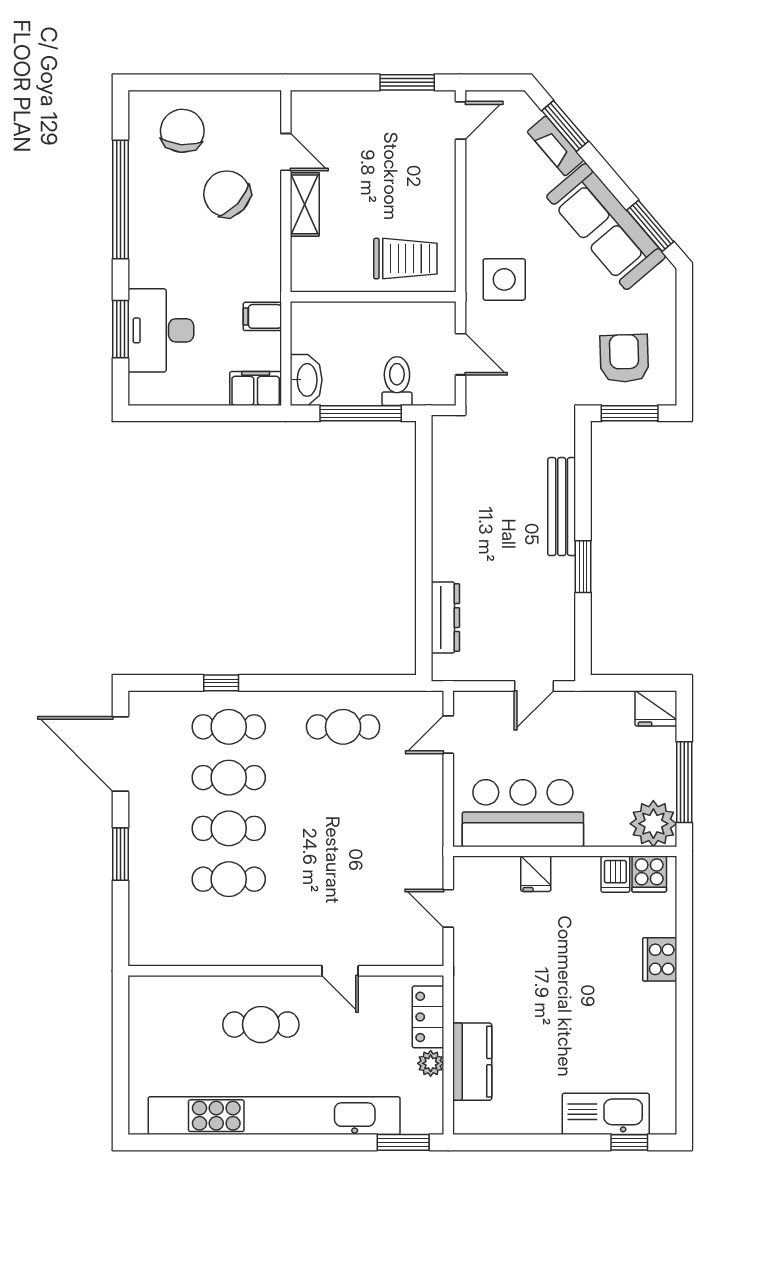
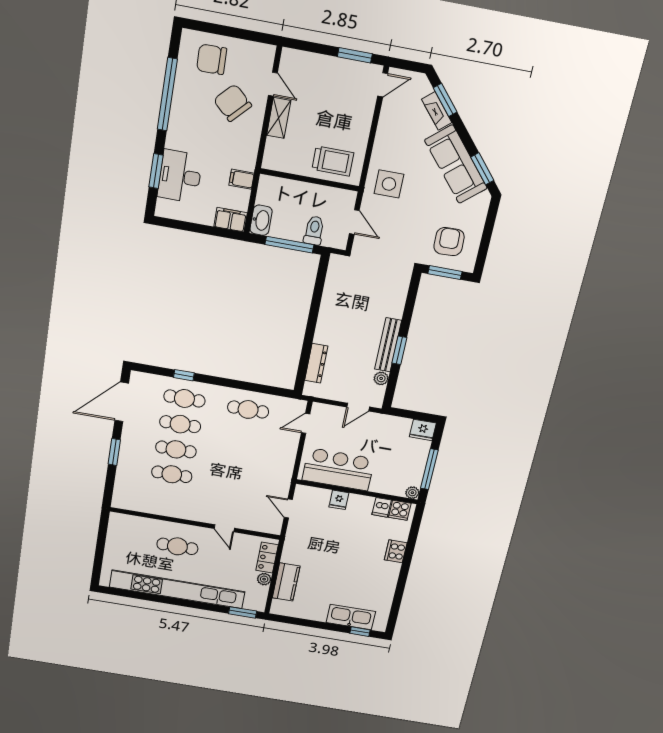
chair: (182, 131) -> (212, 59), turned -96
bench: (562, 507) -> (388, 345), moved
plant: (563, 625) -> (381, 378), added
door: (120, 754) -> (122, 402), hinge flipped
plant: (653, 824) -> (412, 493), width x0.53, depth x0.53

